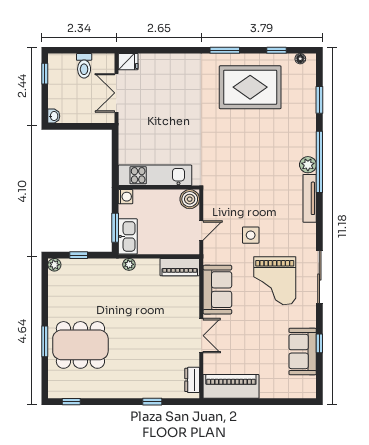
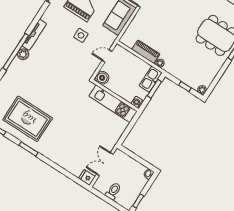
double door: (116, 93) -> (105, 164), swing flipped
piano: (180, 267) -> (146, 52), moved

